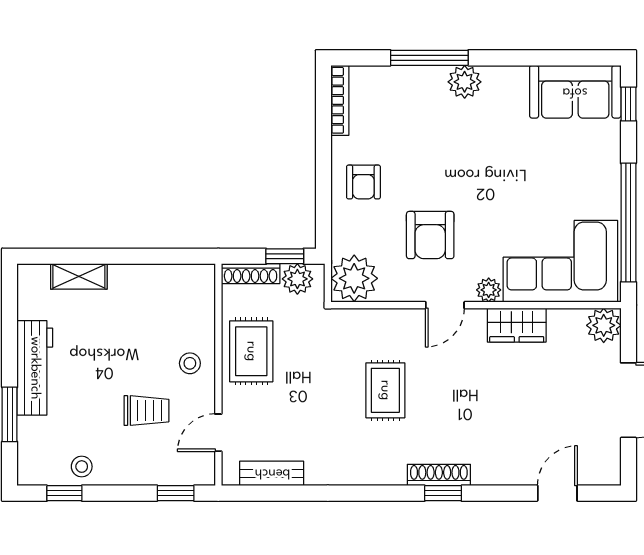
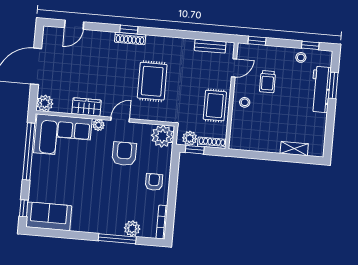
plant: (465, 82) -> (132, 228), moved
workbench: (35, 368) -> (321, 89), moved
rug: (385, 390) -> (152, 81), width x1.36, depth x1.43
trolley: (146, 411) -> (268, 82), turned -90

